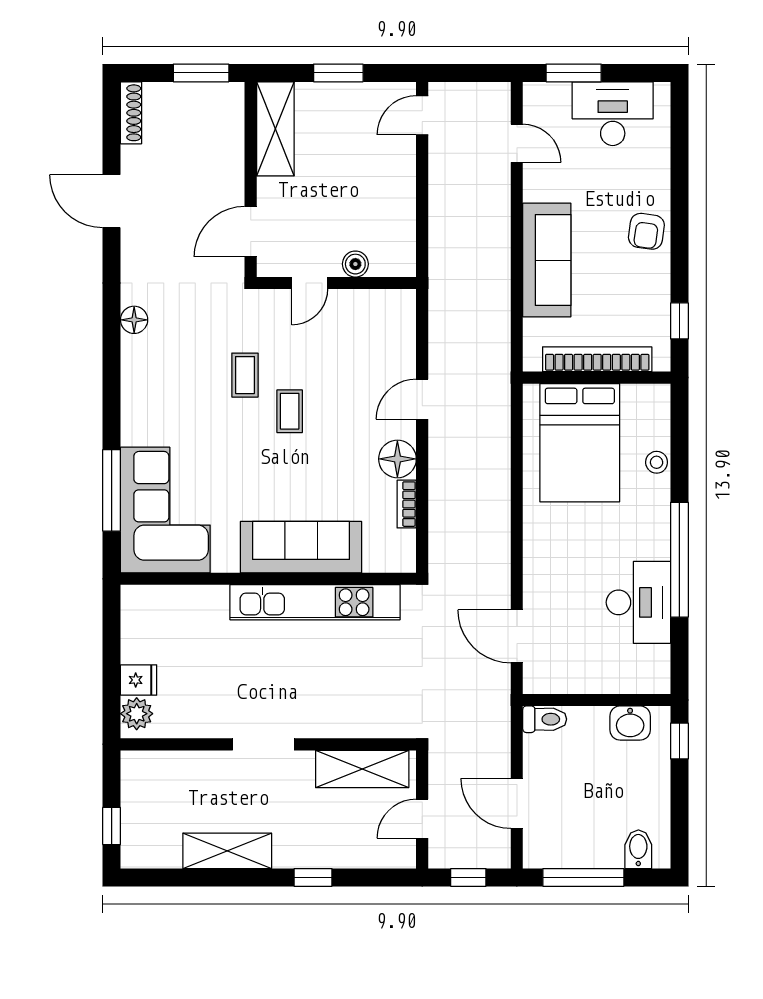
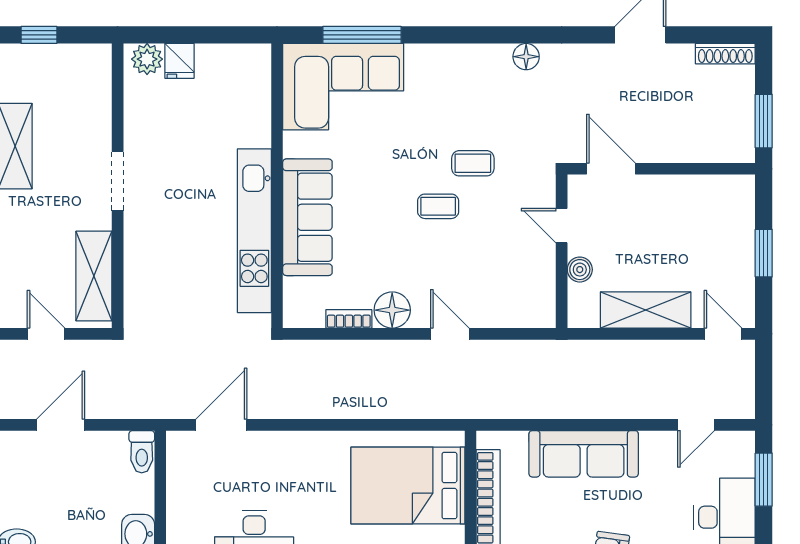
shelving: (275, 129) -> (646, 310), moved

